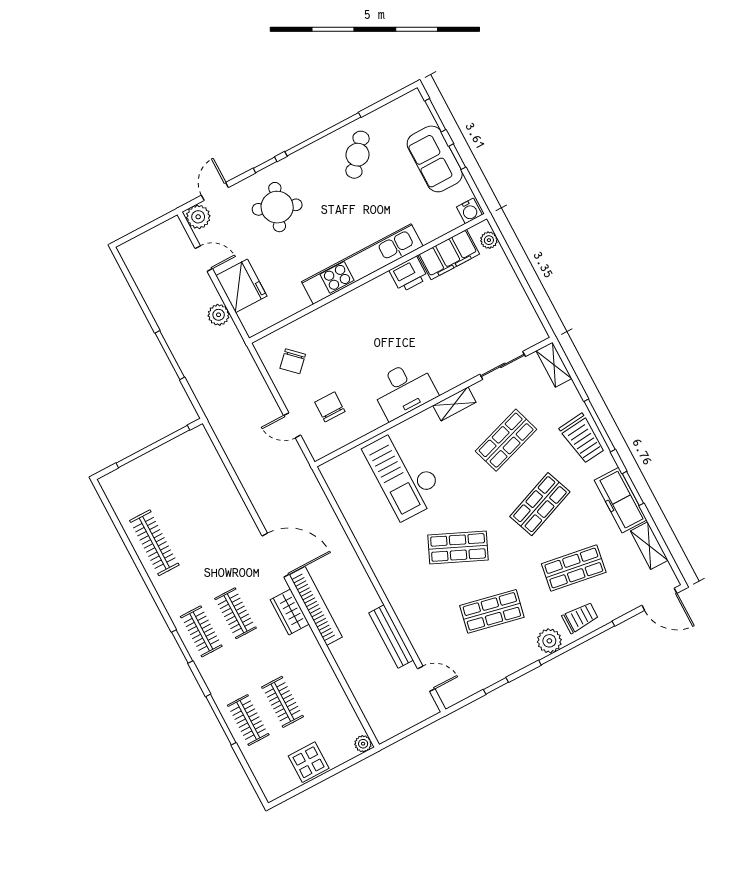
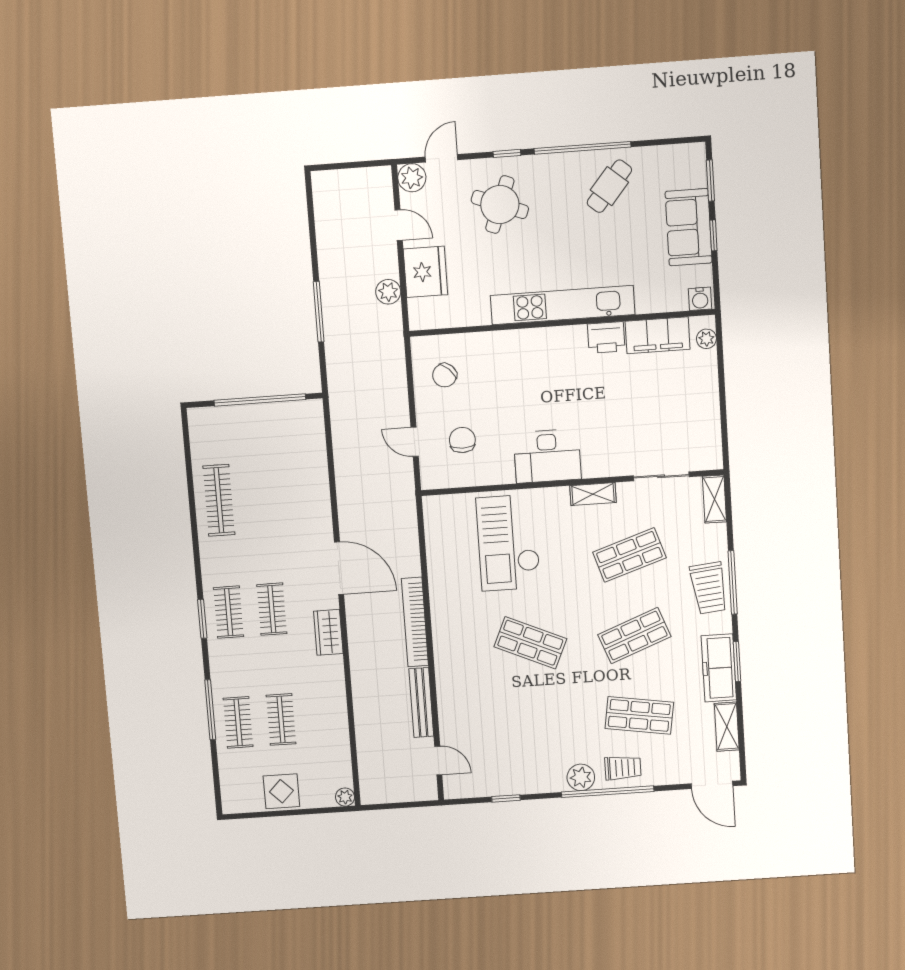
bookcase: (316, 606) -> (415, 622), moved, turned 180
shop shelf: (492, 611) -> (536, 722), removed

